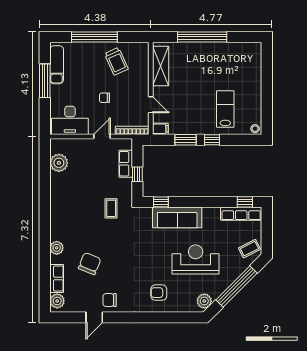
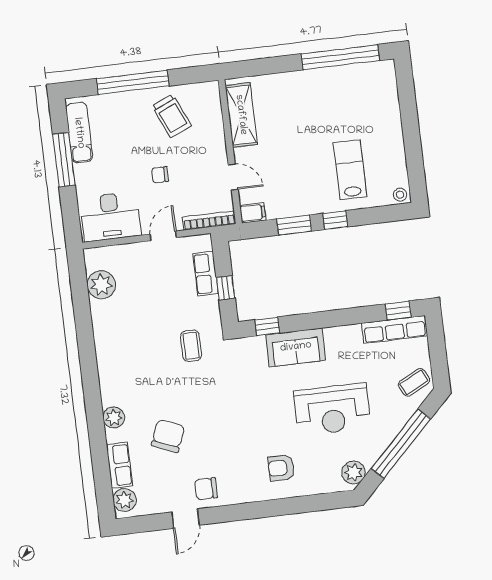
window: (202, 37) -> (340, 57), moved
sofa: (177, 217) -> (296, 347), width x0.73
reception desk: (196, 259) -> (332, 409), turned 180

